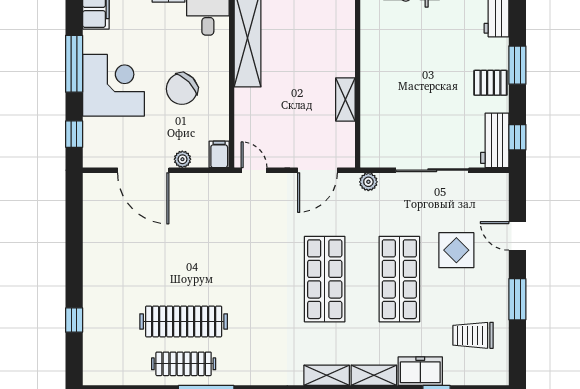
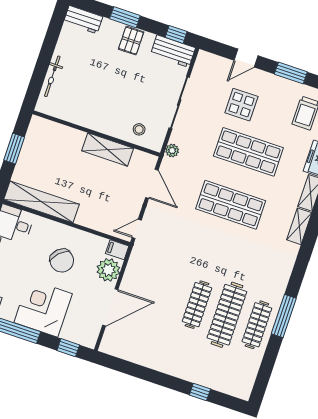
shelving: (345, 99) -> (108, 150), width x1.50, depth x1.33
stool: (381, 131) -> (139, 129), added
plant: (182, 159) -> (108, 270), width x1.87, depth x1.87
clothes rail: (184, 279) -> (197, 305), added

